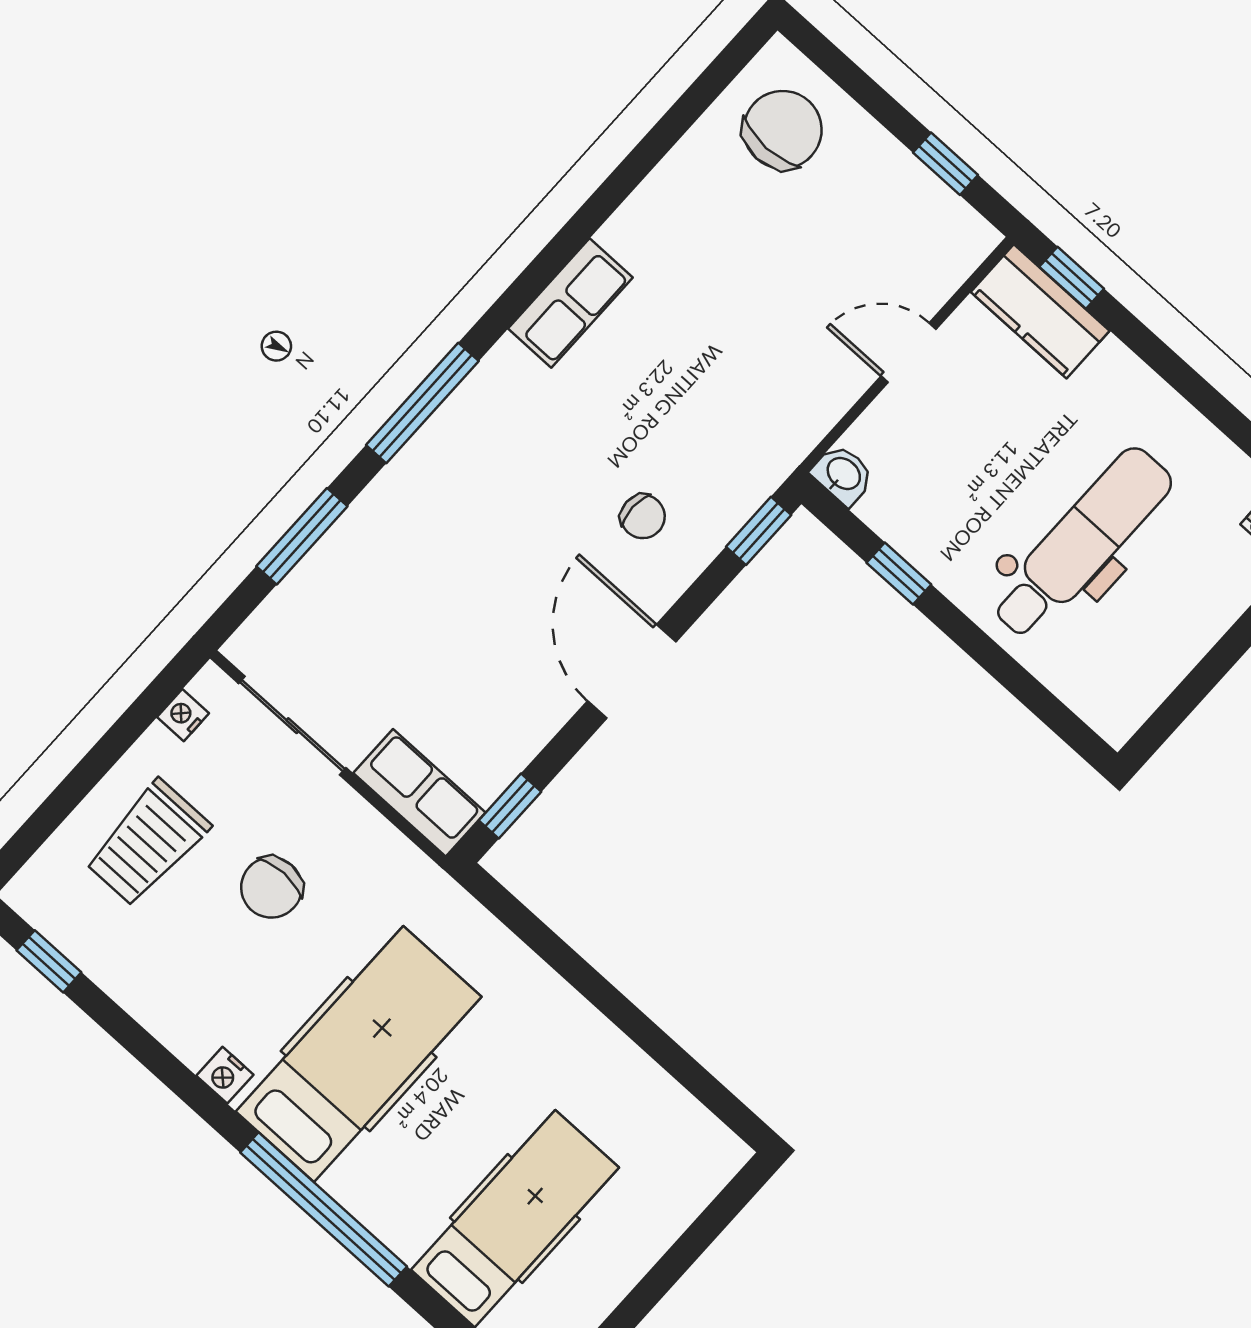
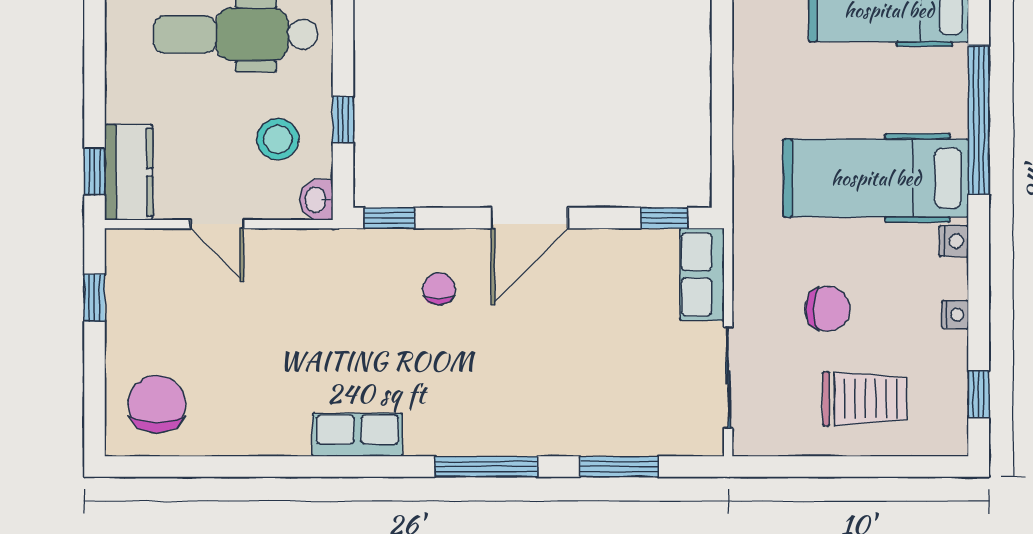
chair: (783, 130) -> (157, 404), turned 90
stool: (938, 491) -> (278, 139), added
nightstand: (183, 715) -> (955, 315), moved, turned -90

